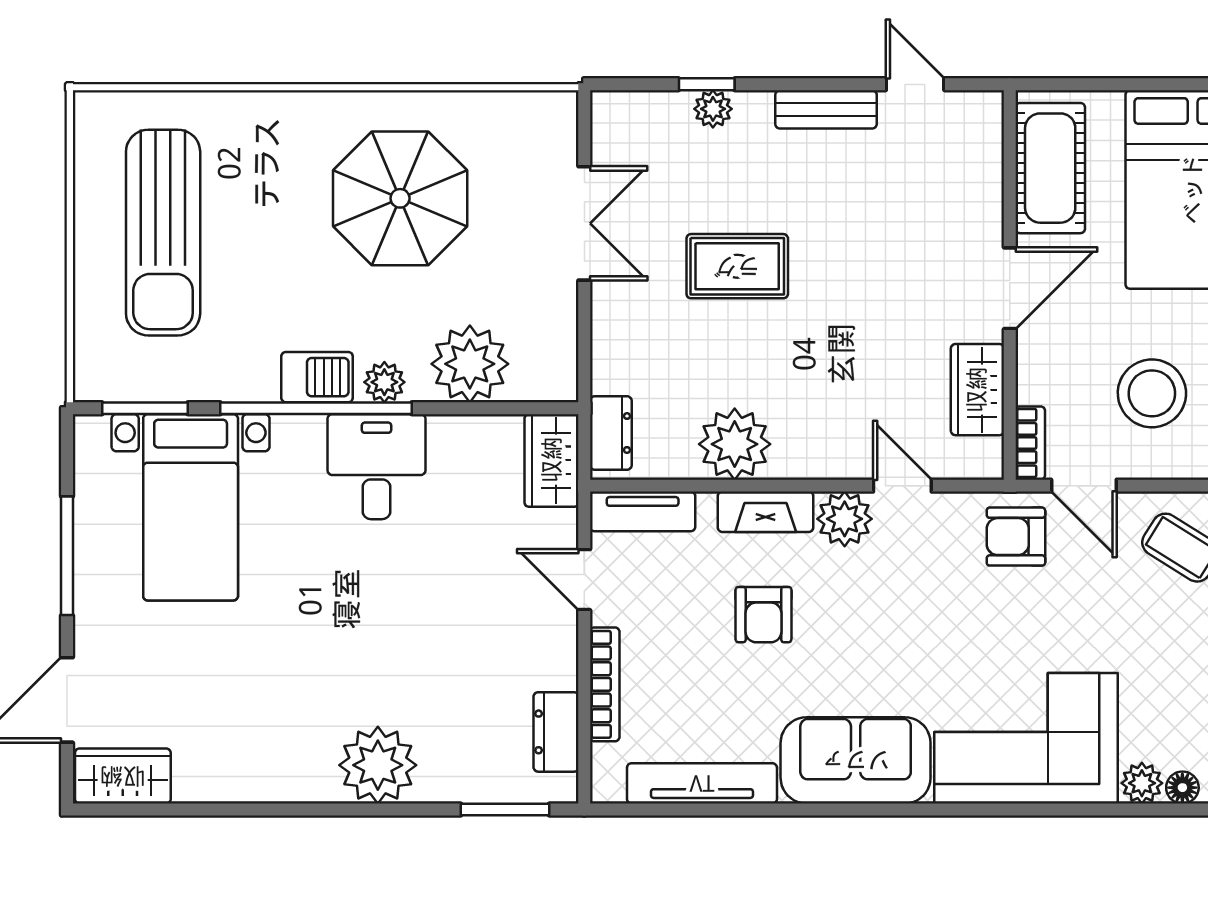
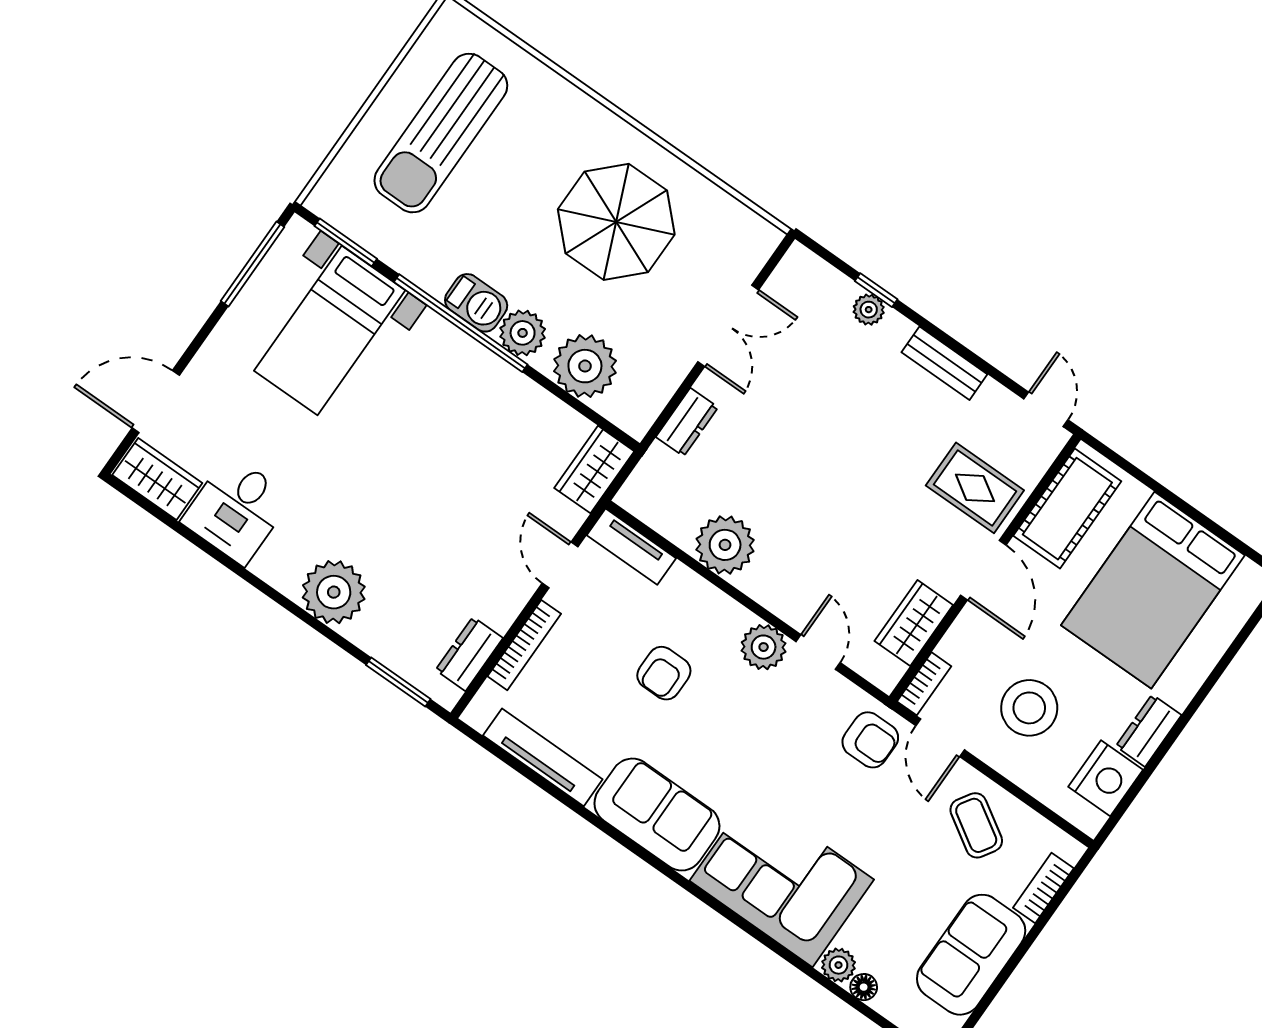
door: (915, 84) -> (1046, 409), moved
rug: (737, 266) -> (975, 488), moved
door: (1010, 288) -> (983, 570), hinge flipped
plant: (384, 382) -> (523, 333), width x1.38, depth x1.38
dresser: (611, 433) -> (687, 422), moved
desk: (376, 467) -> (237, 510), moved, turned 180
fireplace: (766, 512) -> (714, 605), removed
armchair: (1016, 537) -> (870, 740), turned 180
window: (67, 556) -> (252, 264), moved

